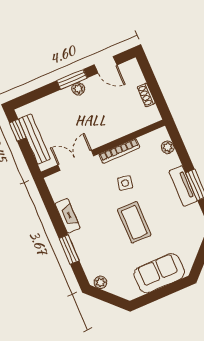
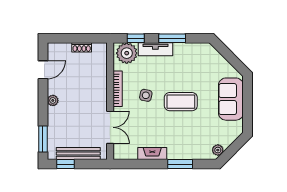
window: (72, 79) -> (43, 139), moved
plant: (168, 147) -> (127, 53), width x1.88, depth x1.88
window: (180, 147) -> (136, 38), added
double door: (76, 160) -> (110, 127), swing flipped
tv unit: (183, 186) -> (155, 49), moved

